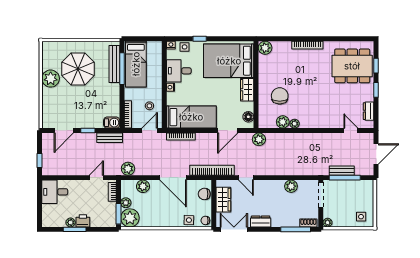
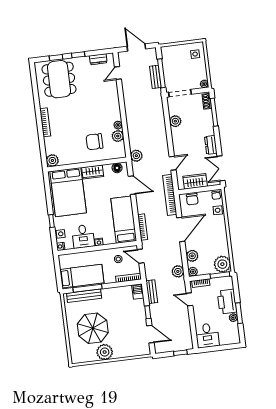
plant: (126, 203) -> (193, 272), moved
printer: (83, 221) -> (227, 302), width x1.87, depth x1.48

